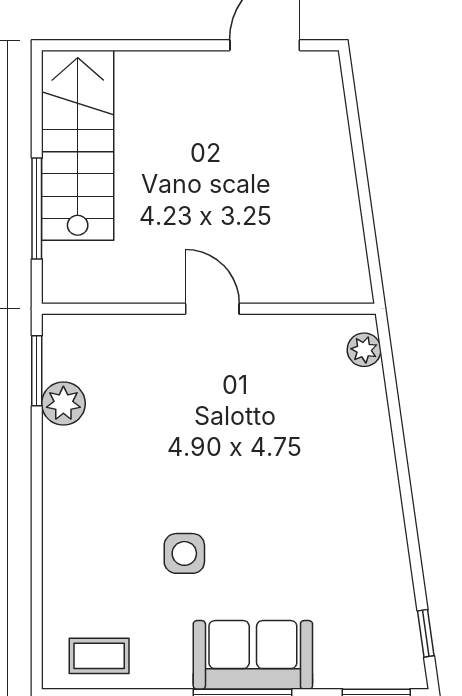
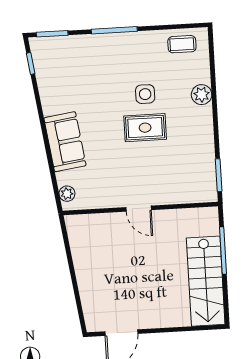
plant: (63, 404) -> (202, 95), moved
rug: (188, 482) -> (145, 128), added
sofa: (253, 655) -> (65, 142), moved, turned -98

